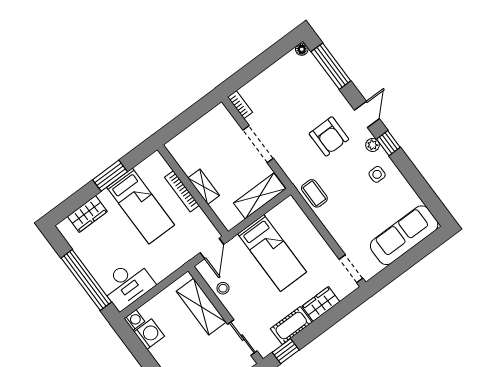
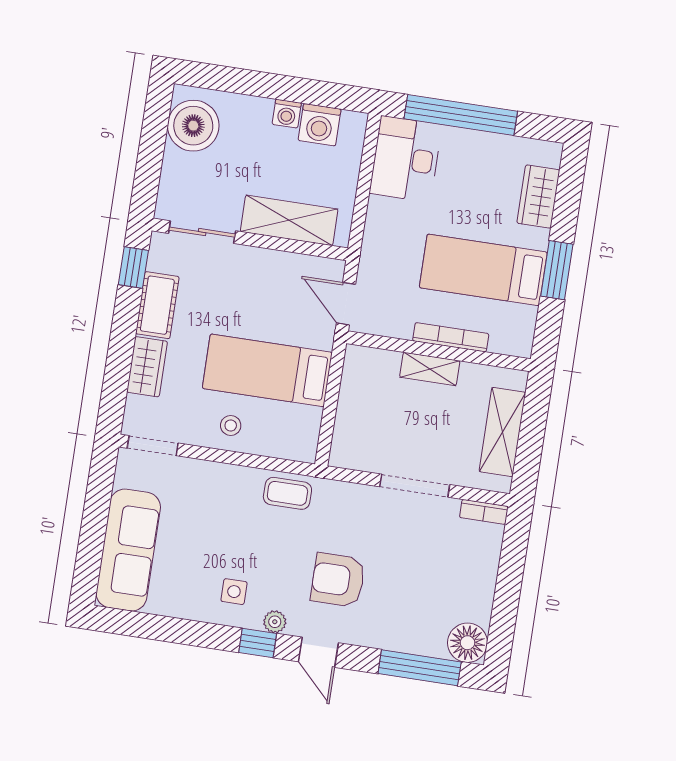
floor lamp: (302, 49) -> (468, 643), width x1.89, depth x1.89
shelving: (260, 196) -> (502, 432), moved
stool: (223, 288) -> (231, 425), moved
washing machine: (134, 320) -> (287, 114), moved

